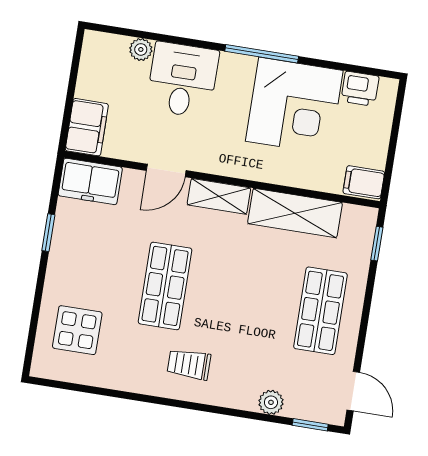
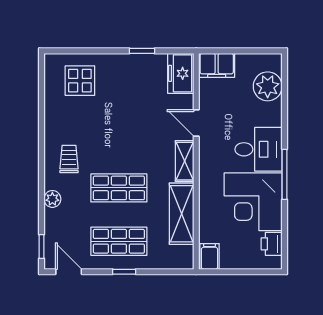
plant: (141, 49) -> (268, 86), width x1.88, depth x1.88
desk: (183, 80) -> (259, 149), moved
window: (377, 244) -> (124, 272), moved
shop shelf: (165, 286) -> (119, 188), moved
door: (353, 391) -> (69, 272), swing flipped
plant: (271, 402) -> (52, 199), moved

